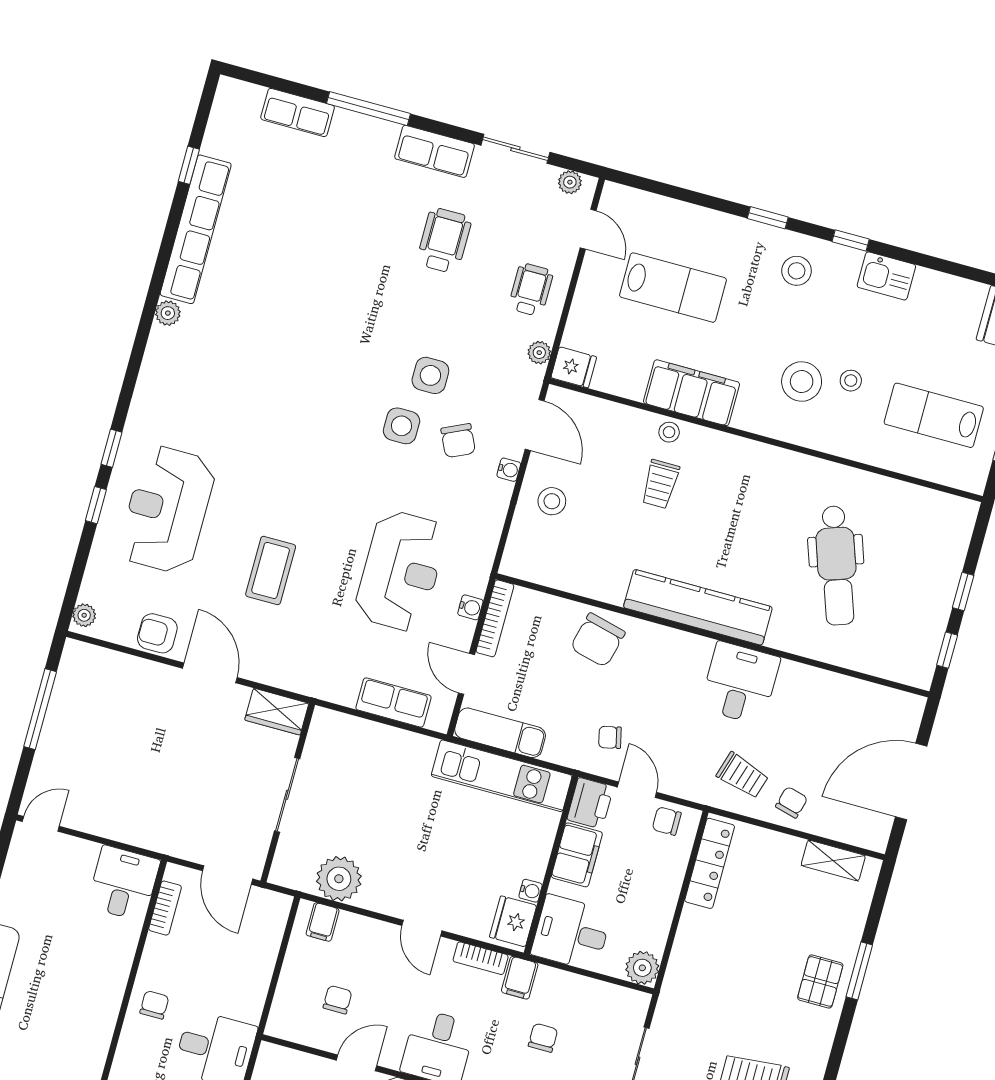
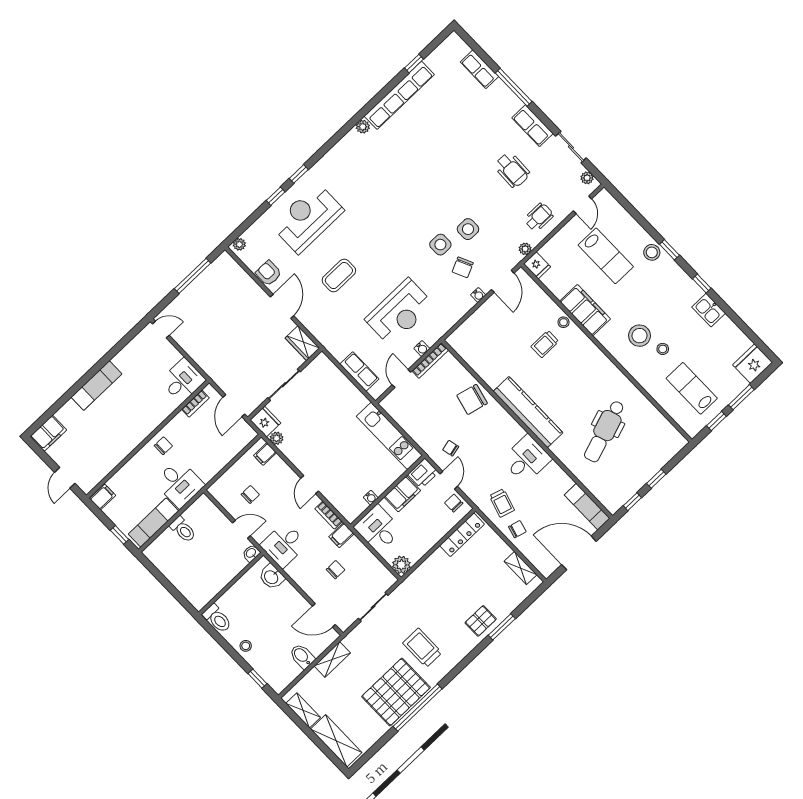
wheelchair: (444, 240) -> (512, 170), turned 92
stool: (797, 271) -> (652, 252), moved
stool: (552, 501) -> (490, 322), removed
exam couch: (500, 733) -> (587, 507), moved, turned 180
plant: (339, 879) -> (277, 438), width x0.53, depth x0.53
fridge: (513, 921) -> (265, 422), moved, turned 90

